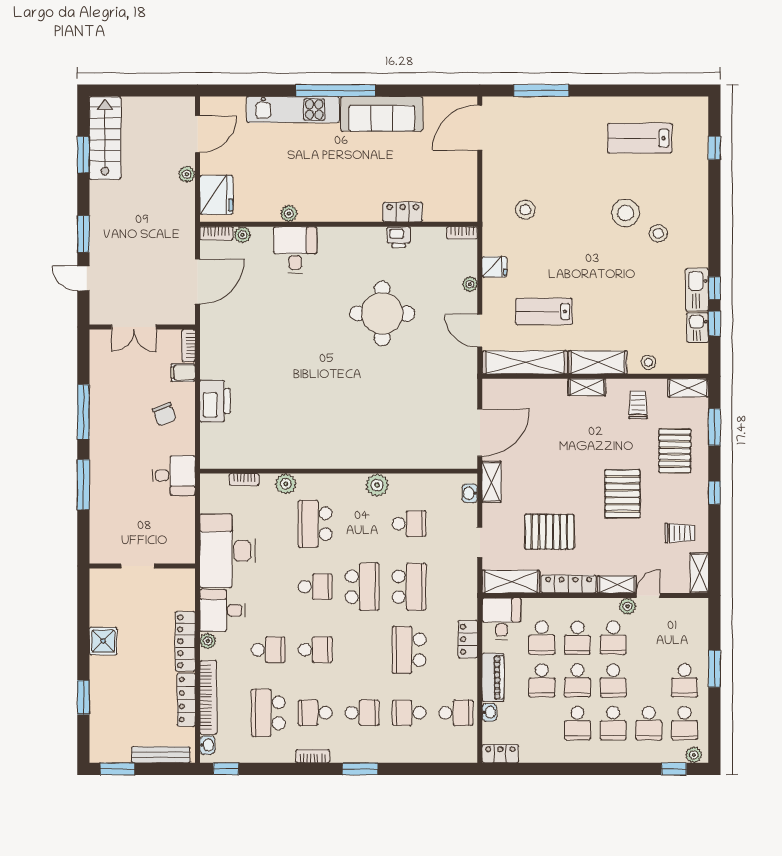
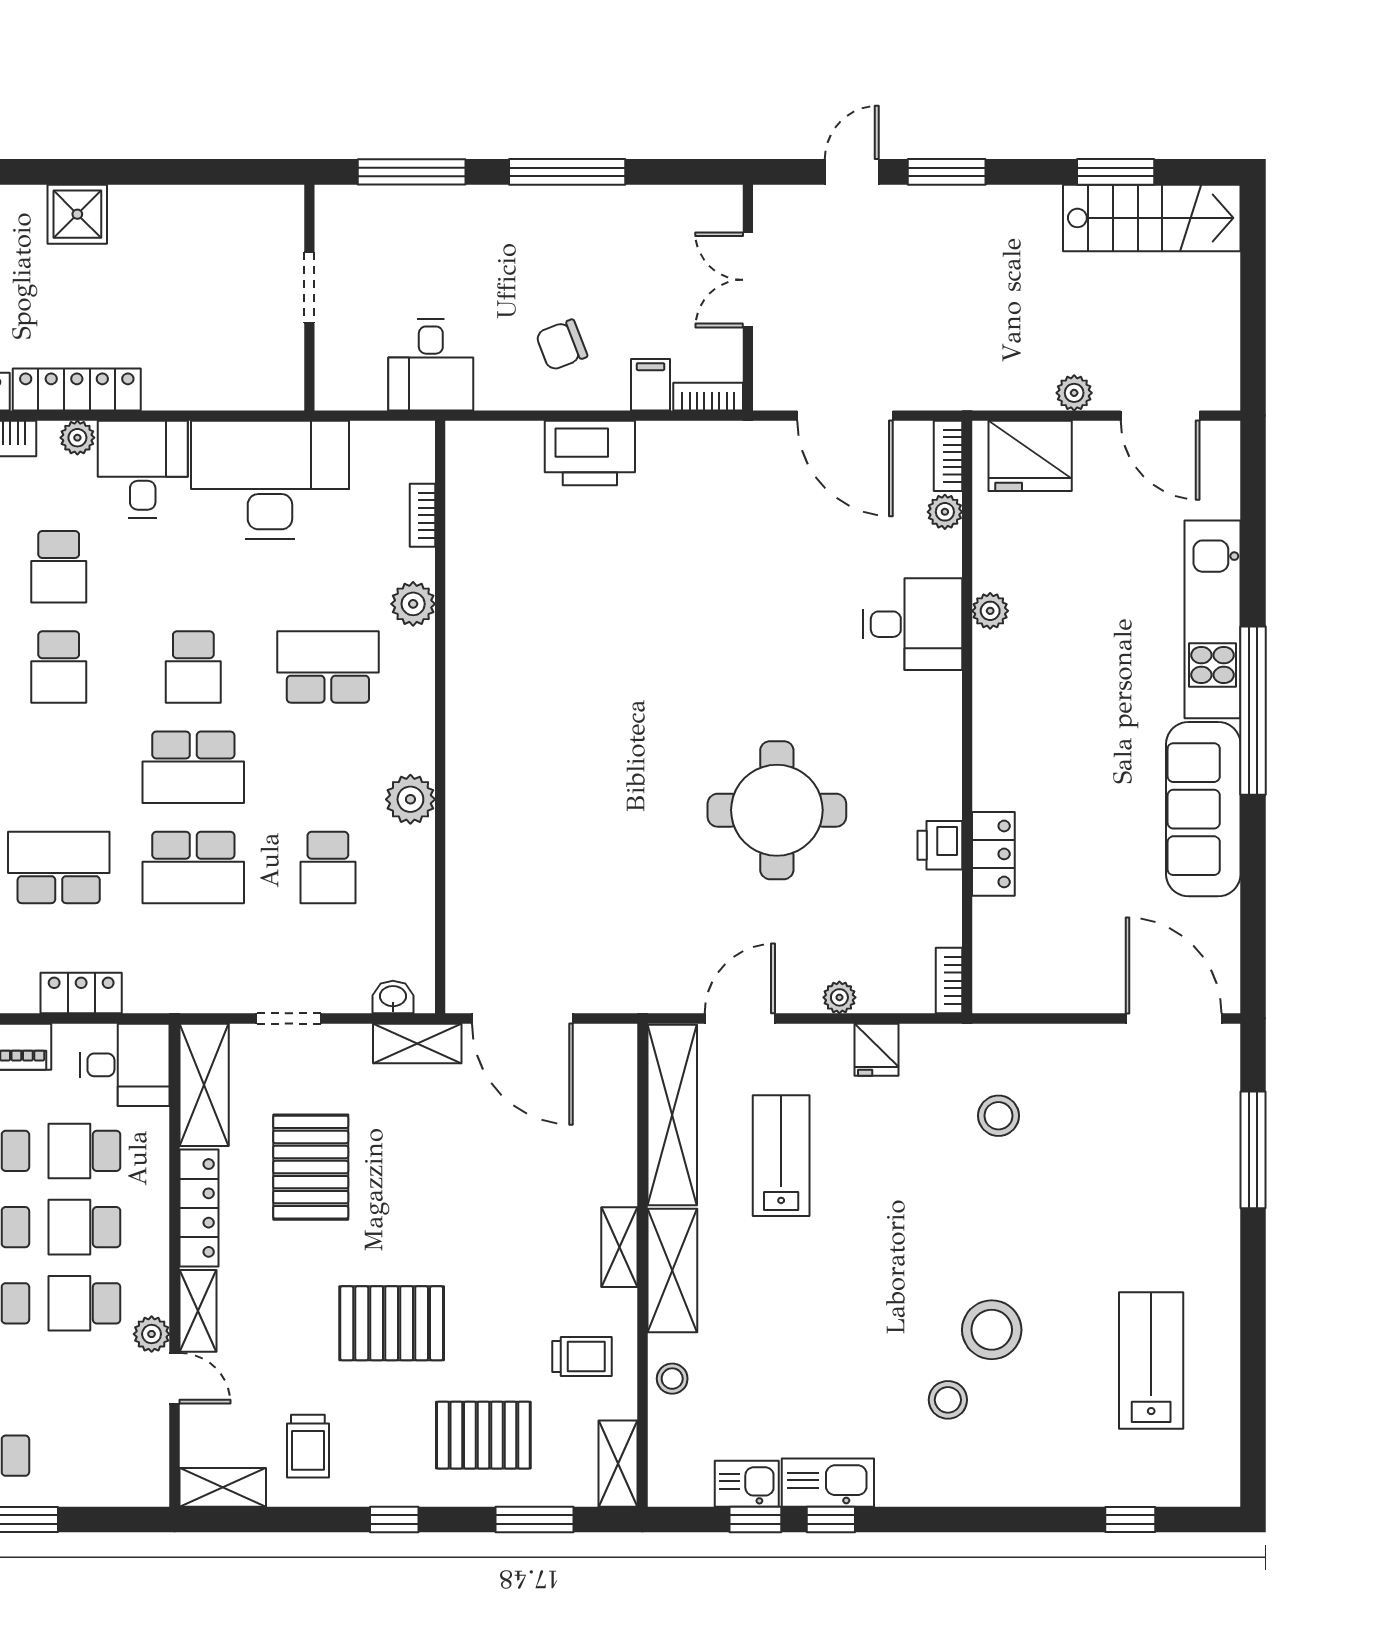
doorway: (138, 566) -> (309, 288), moved
wall: (142, 566) -> (309, 298), moved

